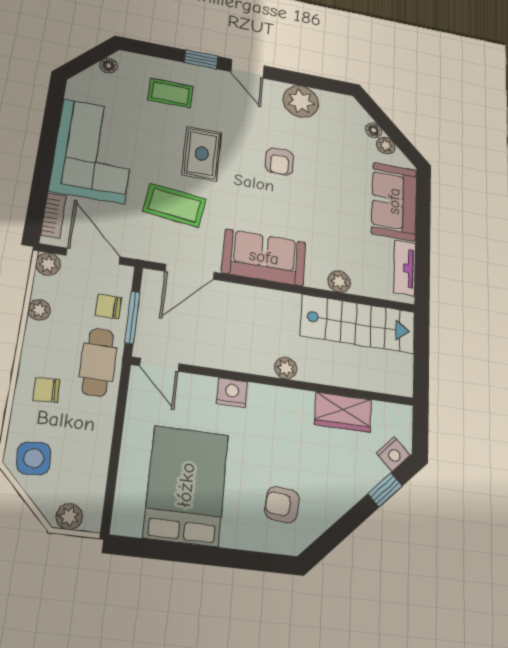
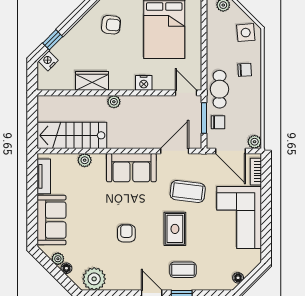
coffee table: (171, 93) -> (183, 270), moved
plant: (301, 101) -> (94, 279), moved
plant: (39, 310) -> (255, 114), removed
wardrobe: (343, 412) -> (92, 81), moved

